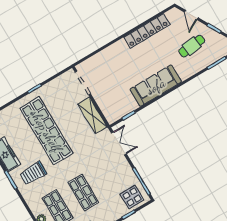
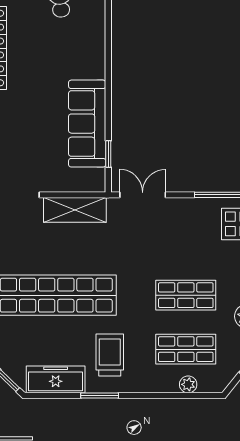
sofa: (156, 86) -> (87, 124), moved
trolley: (33, 173) -> (110, 355), turned 180

